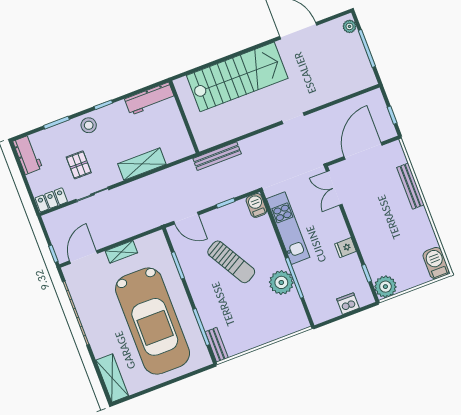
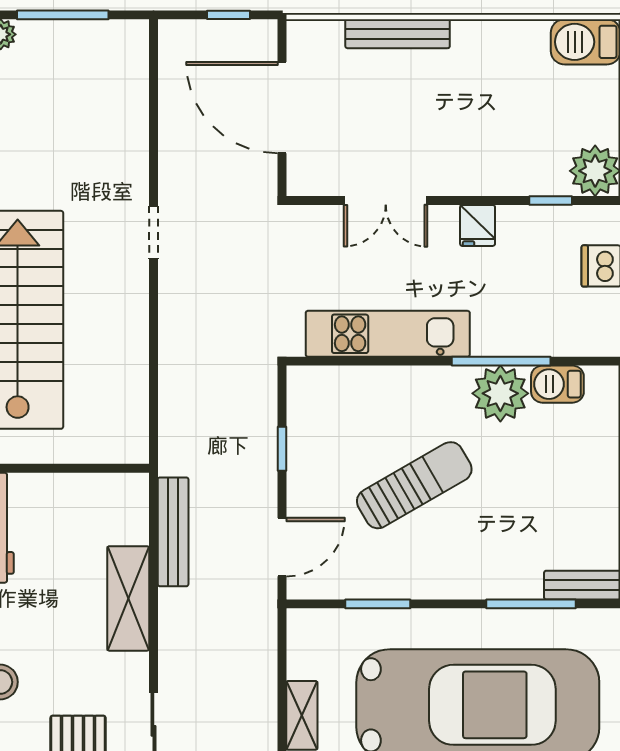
bench: (217, 156) -> (173, 532), moved
double door: (334, 188) -> (386, 201), moved
barbecue: (256, 205) -> (557, 384), moved

